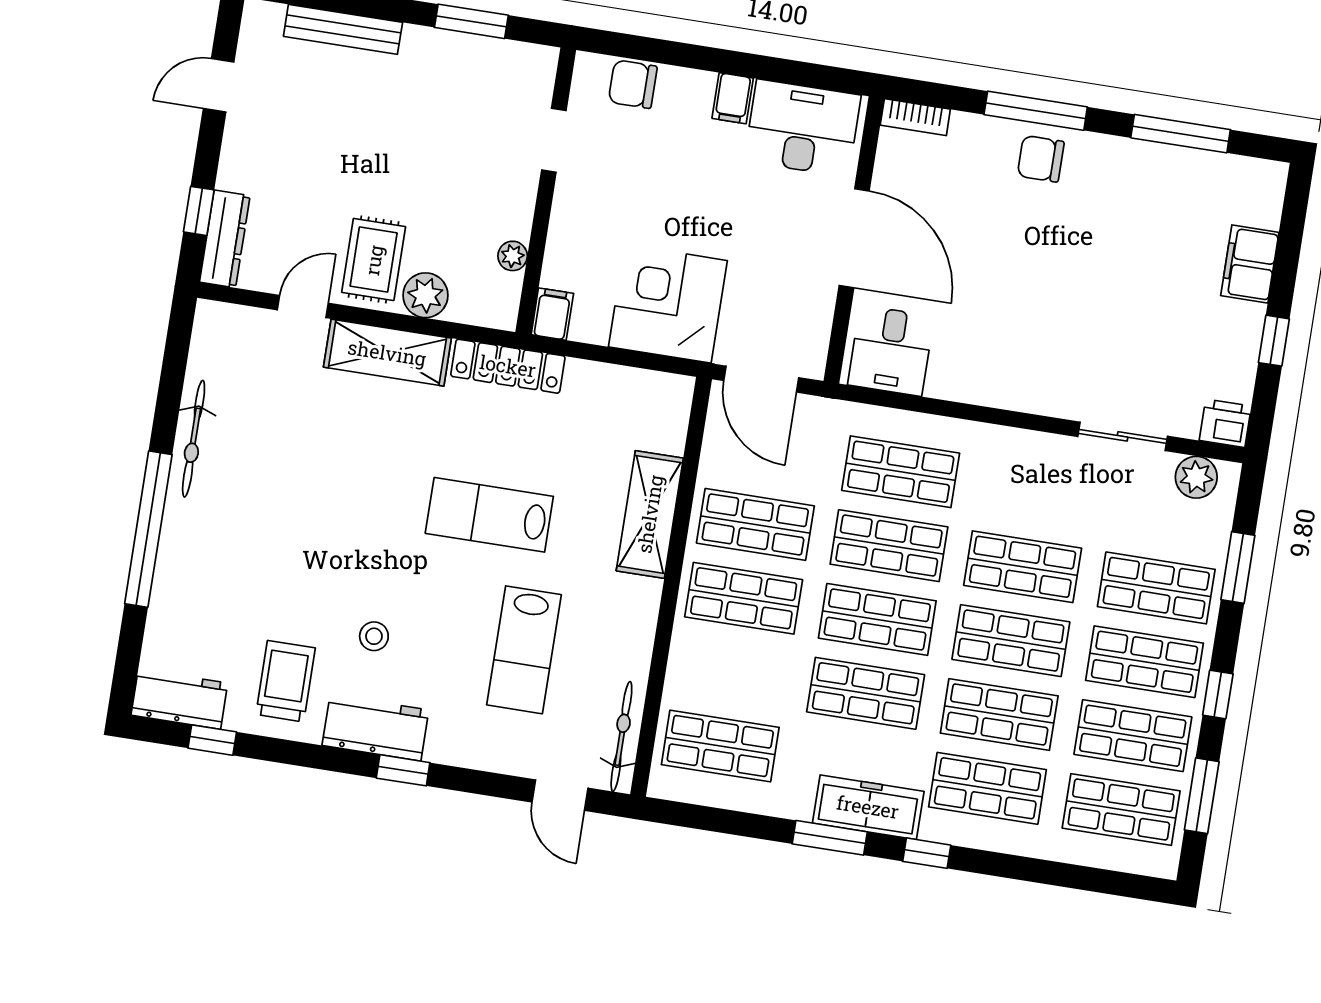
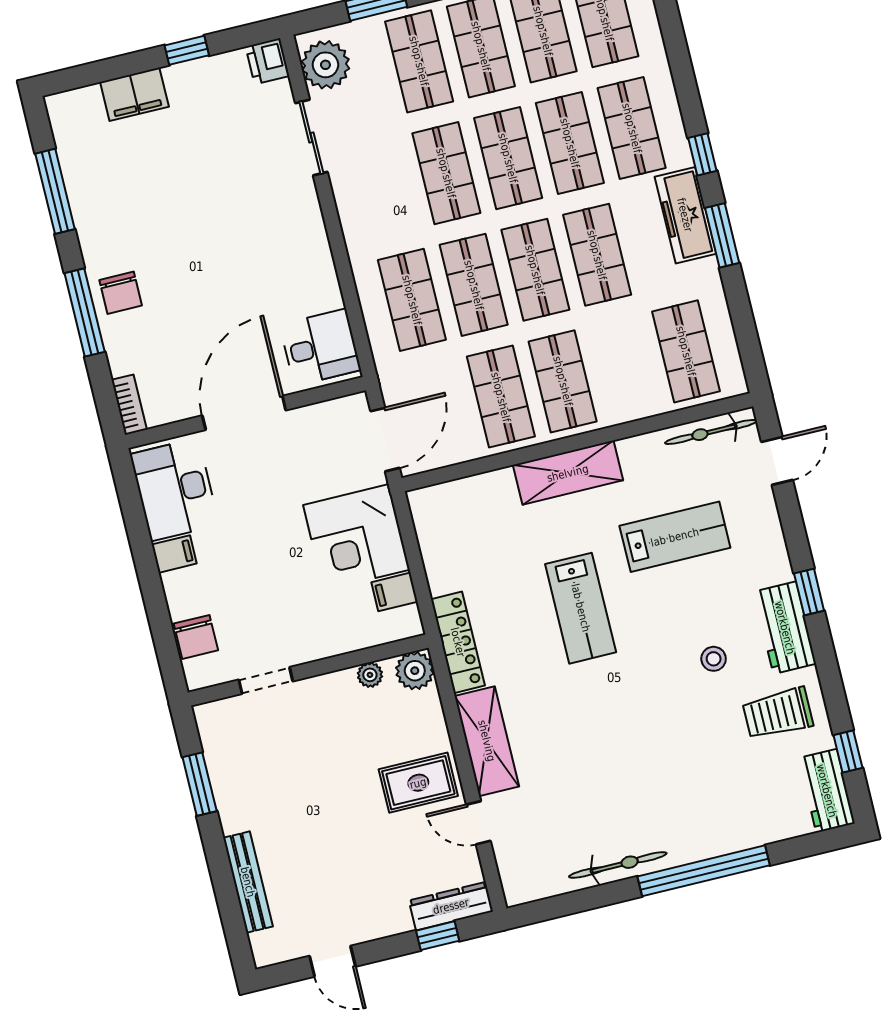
plant: (425, 295) -> (415, 671), moved
filing cabinet: (552, 314) -> (394, 592), moved
plant: (1196, 477) -> (325, 65), width x1.36, depth x1.36
shelving: (650, 514) -> (568, 473), moved

